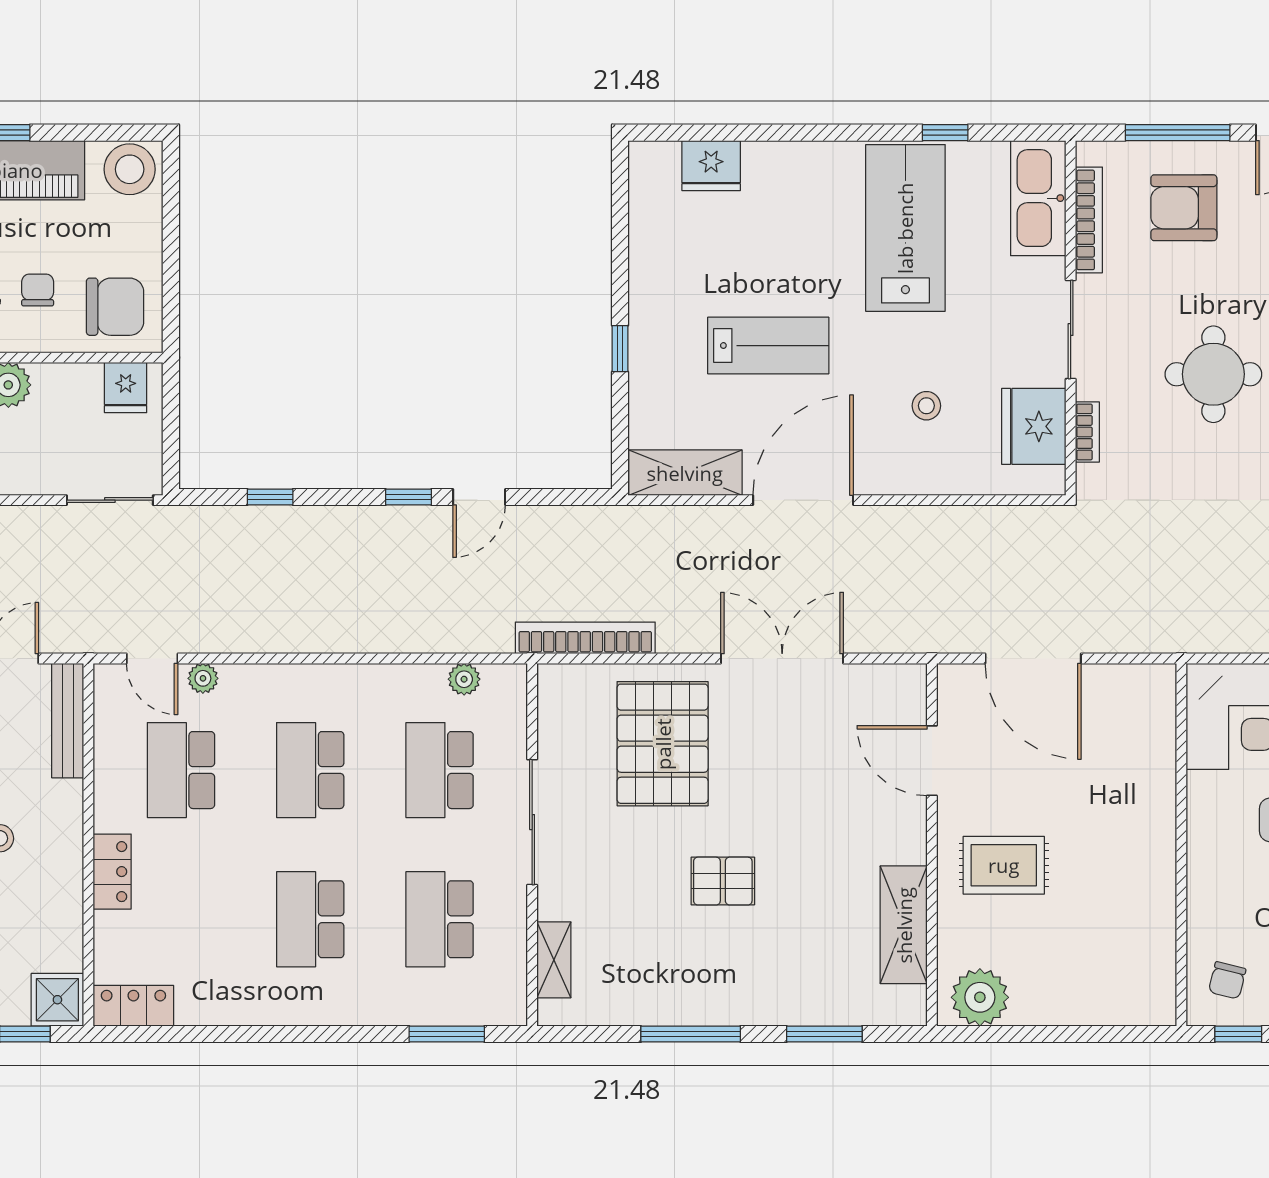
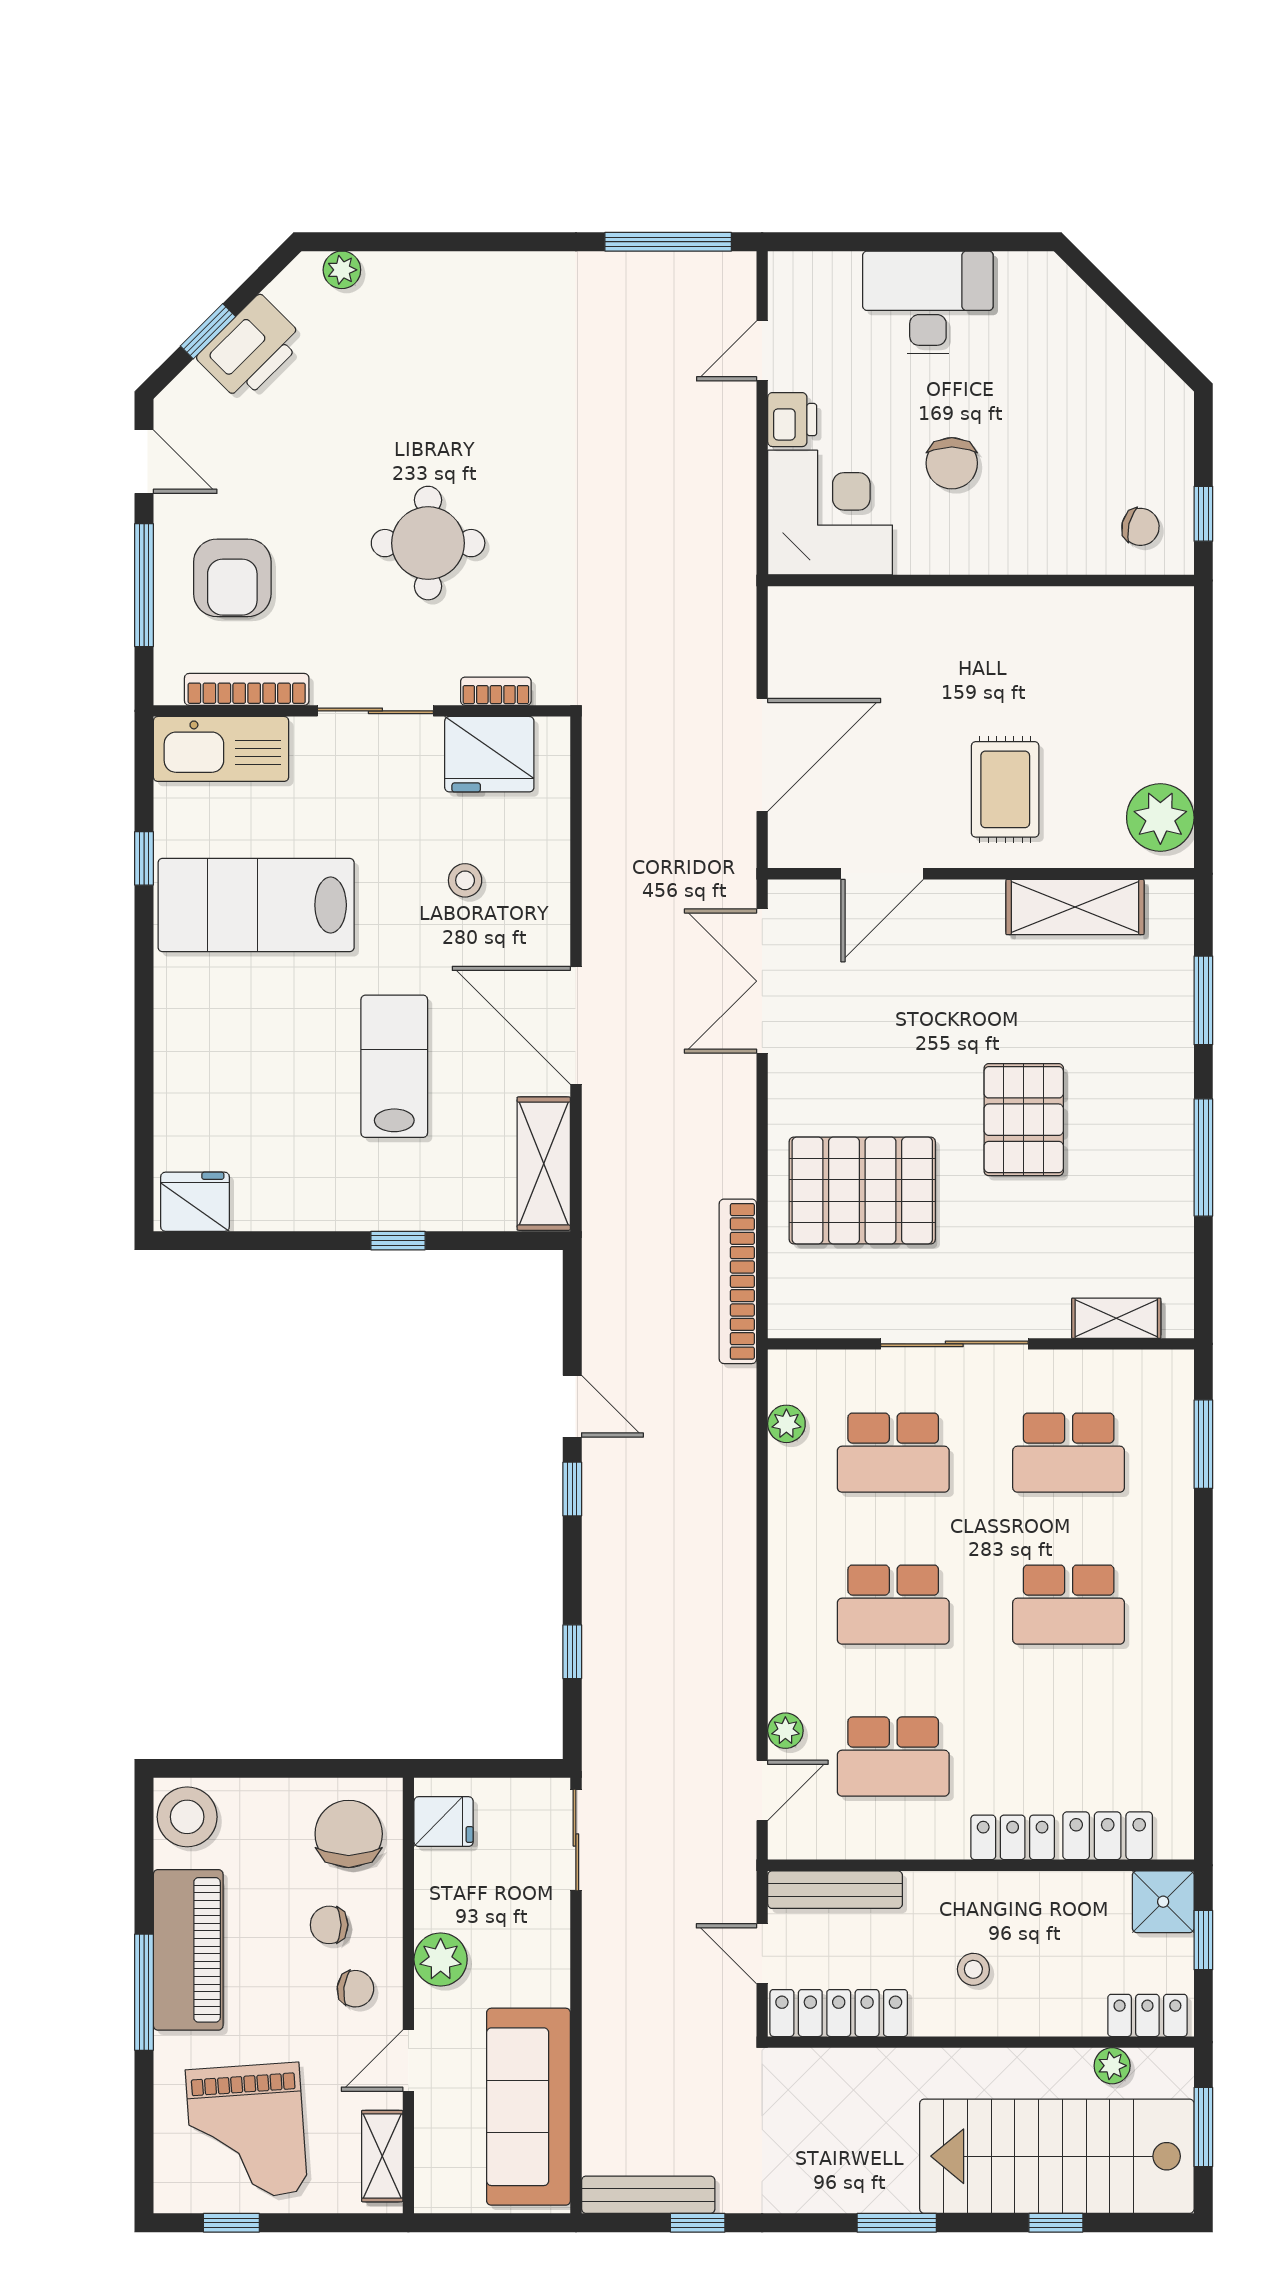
fridge: (711, 166) -> (195, 1202), moved, turned -90
double door: (782, 659) -> (762, 981), moved
pallet: (723, 881) -> (1024, 1120), width x1.50, depth x1.42
locker: (133, 1006) -> (1108, 1836), moved, turned 90

